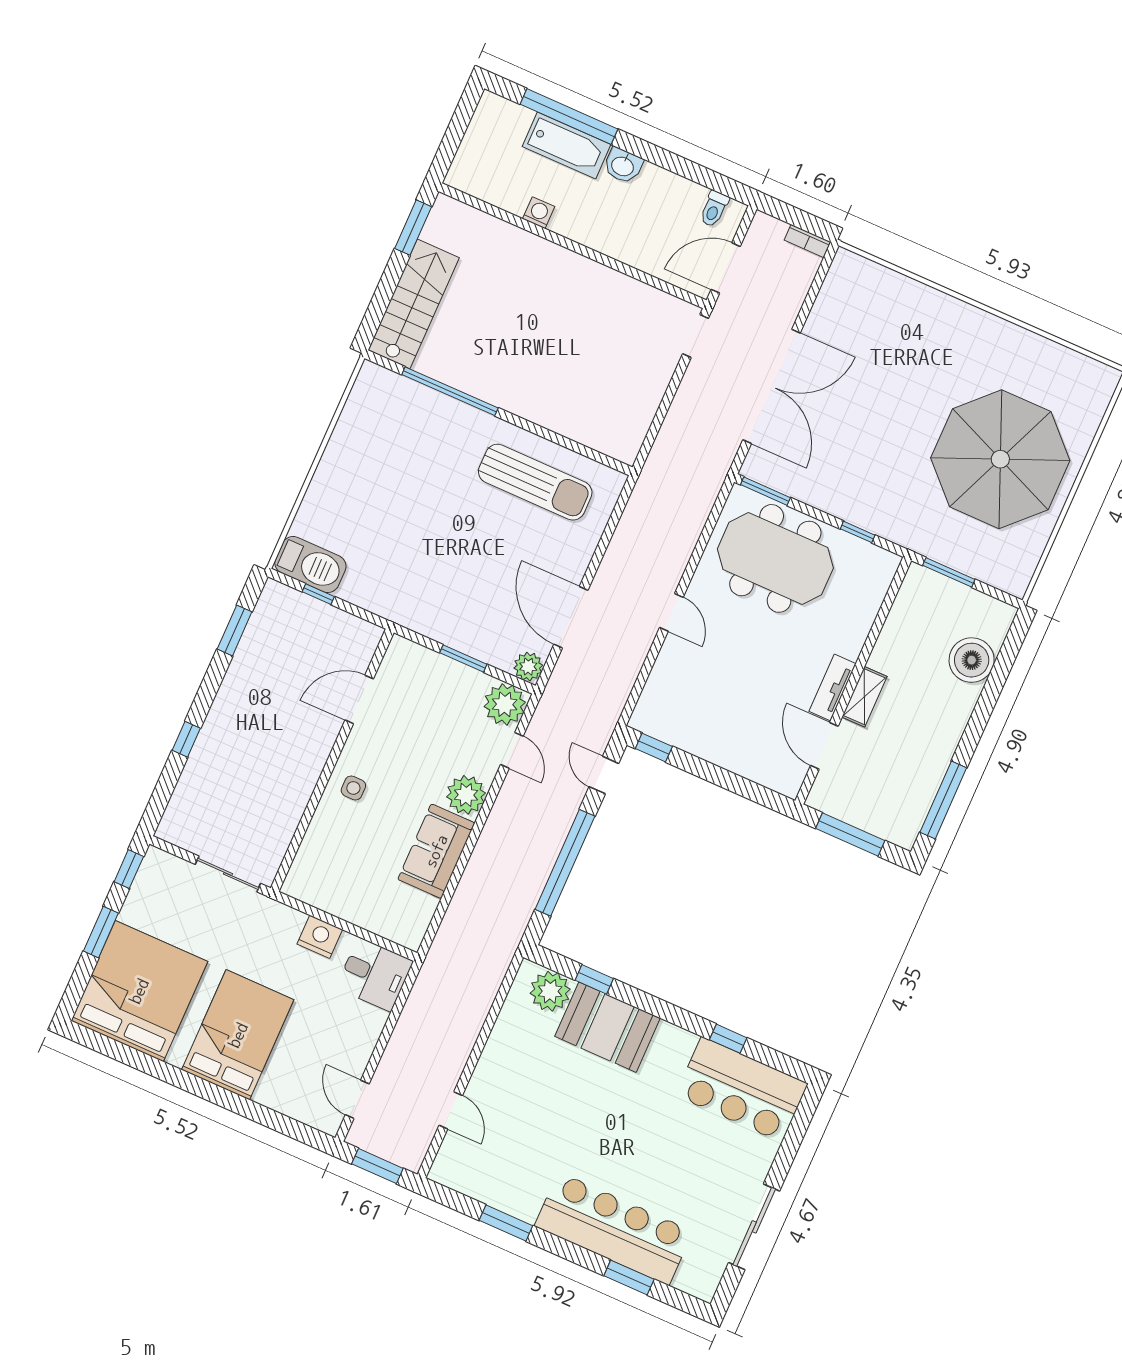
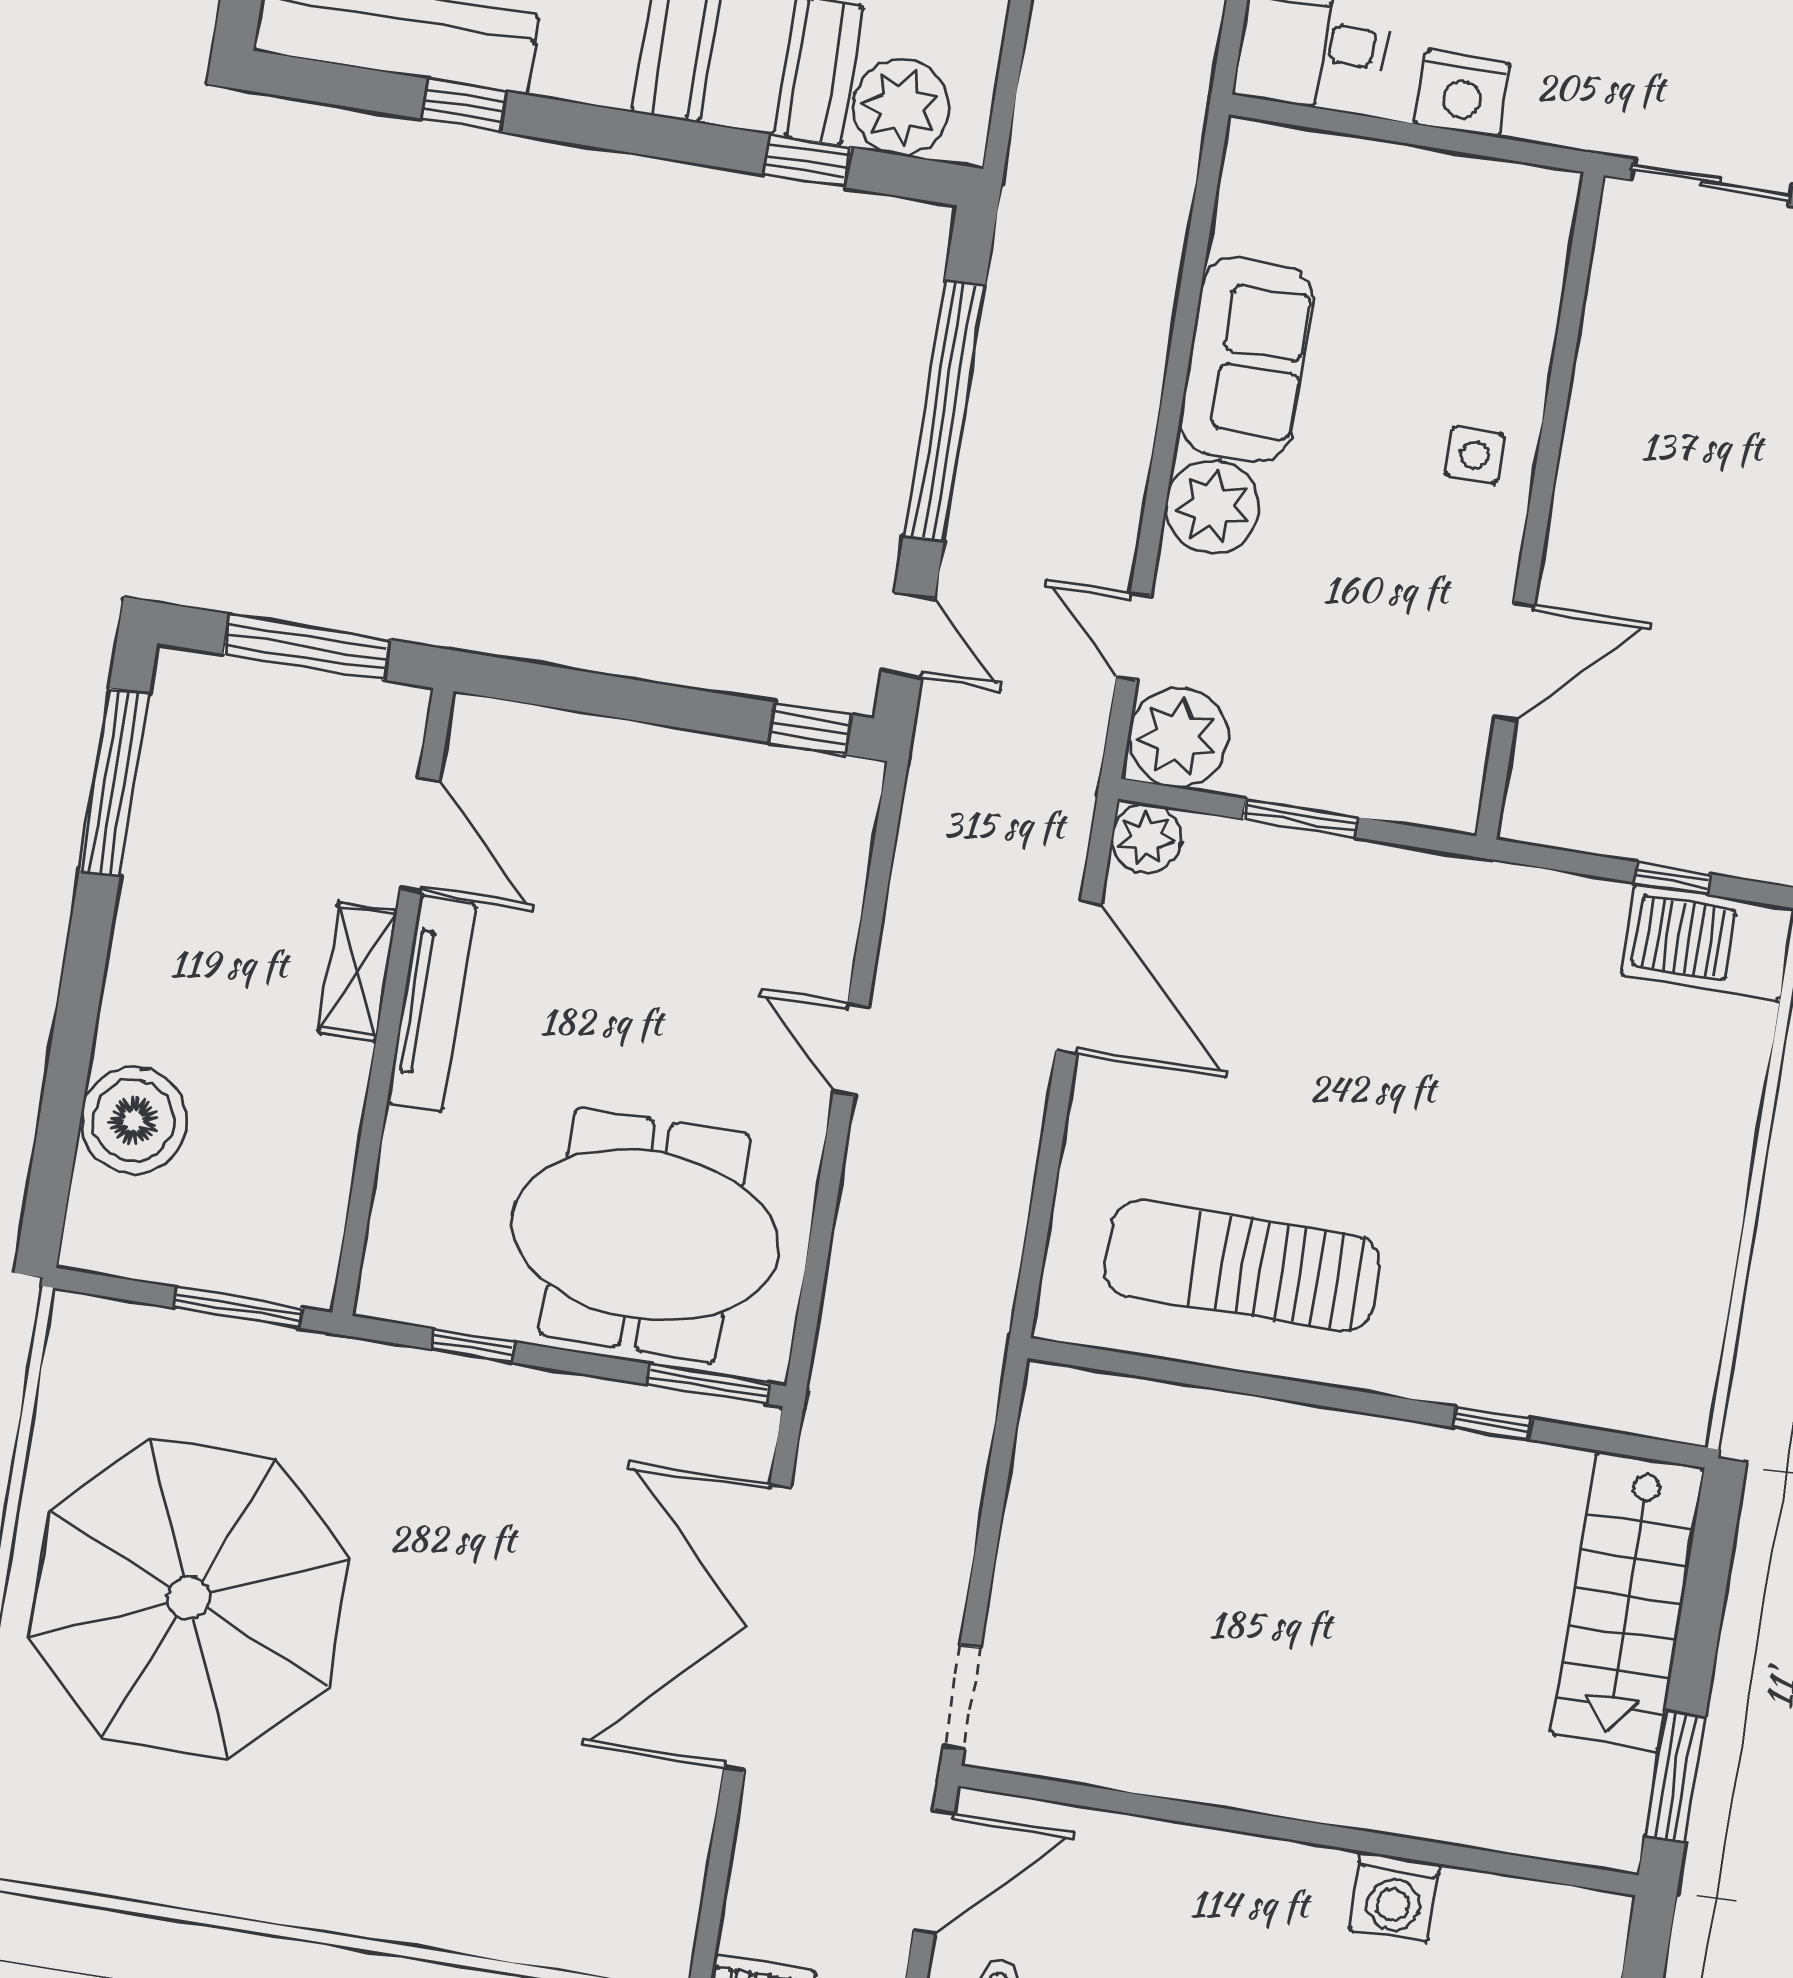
washing machine: (539, 213) -> (1394, 1897), width x1.38, depth x1.38
window: (450, 391) -> (1492, 1423), width x0.32
tv unit: (833, 687) -> (431, 1004), width x1.41

